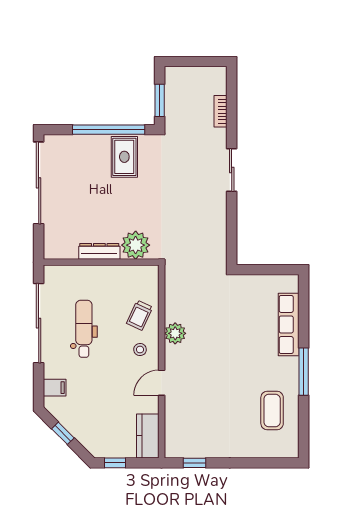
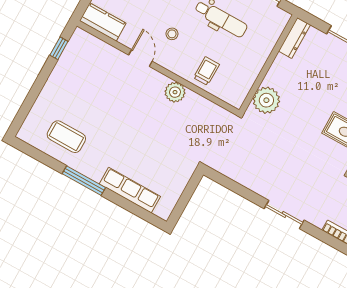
dresser: (99, 251) -> (294, 38), moved
trolley: (140, 315) -> (206, 71), turned 65
stool: (140, 350) -> (172, 34), moved

